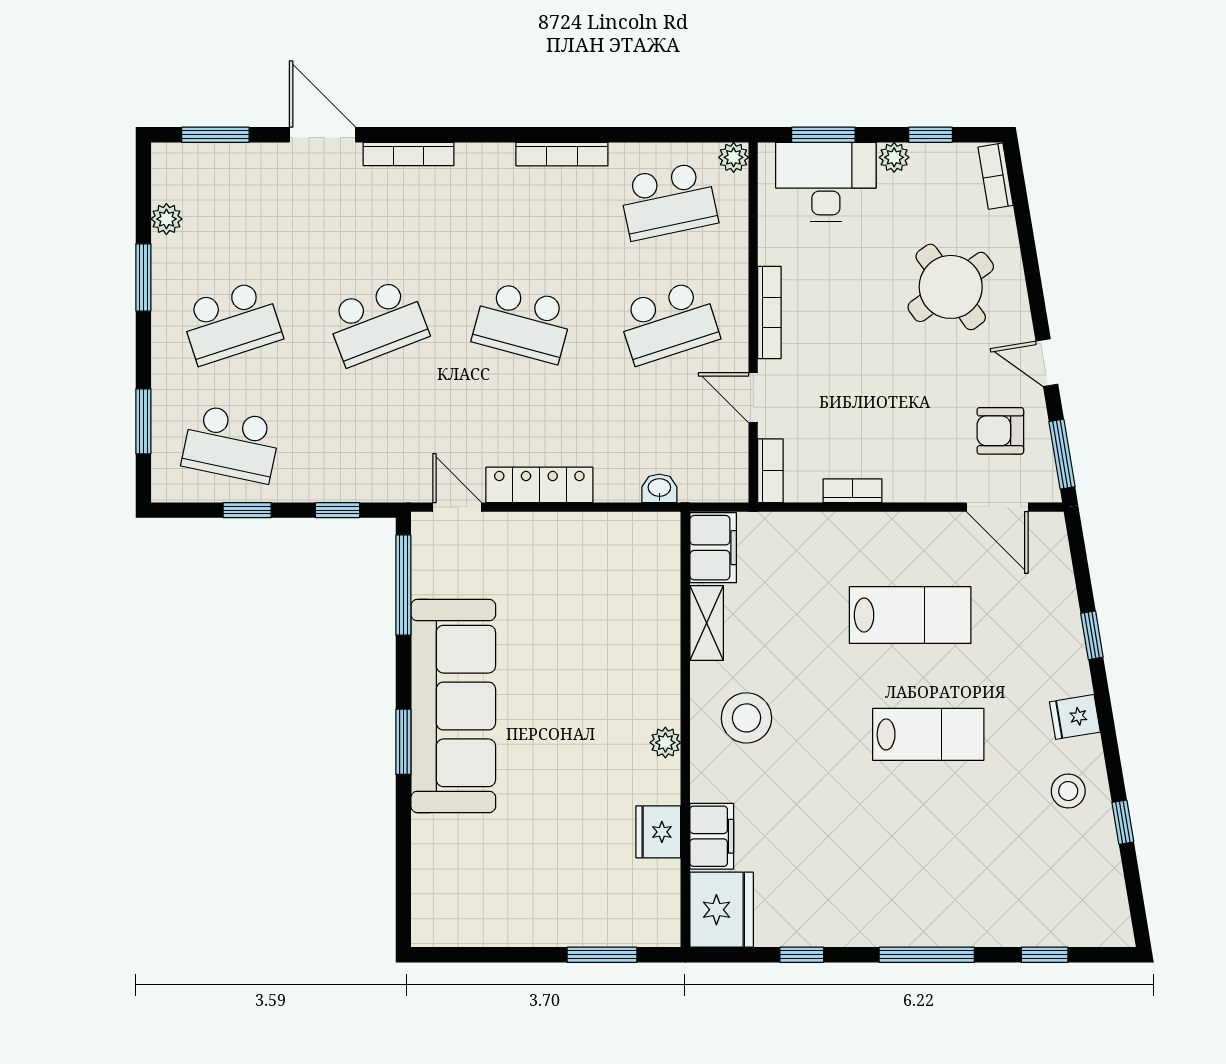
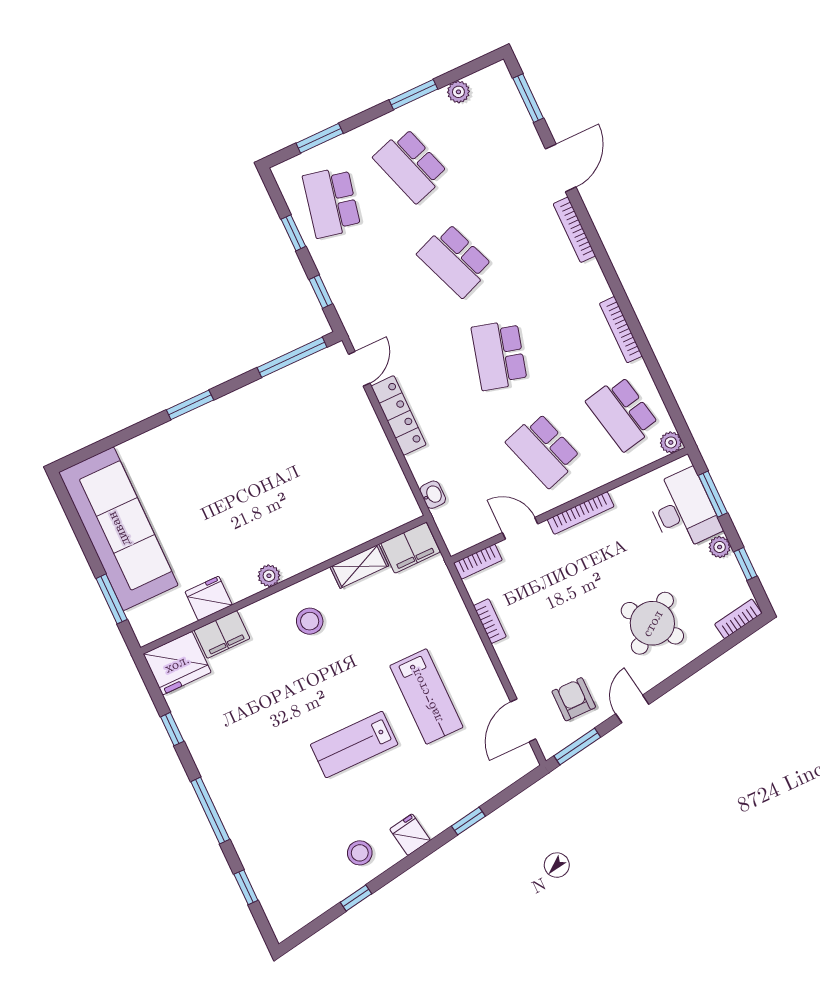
door: (753, 398) -> (520, 528), hinge flipped
sofa: (453, 706) -> (118, 529), moved, turned -90
stool: (746, 718) -> (310, 621), width x0.73, depth x0.73
lab bench: (928, 734) -> (354, 745), turned 90

